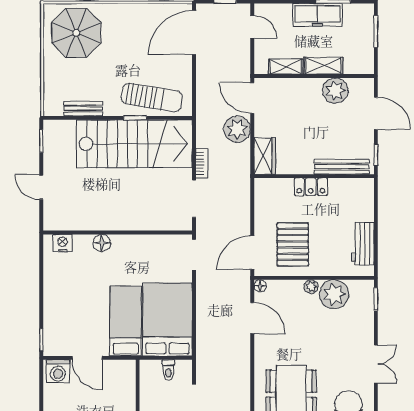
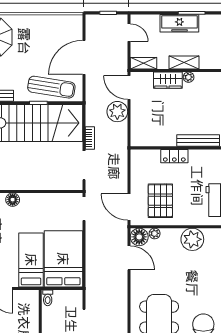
door: (194, 33) -> (84, 57), moved
shelving: (286, 67) -> (144, 63), moved
plant: (335, 91) -> (189, 77), width x0.53, depth x0.53
wardrobe: (265, 156) -> (168, 80), moved, turned 90
door: (252, 253) -> (129, 207), hinge flipped
floor lamp: (260, 286) -> (139, 237), width x1.89, depth x1.89
plant: (311, 287) -> (155, 233), moved
toilet: (168, 370) -> (48, 298), moved

